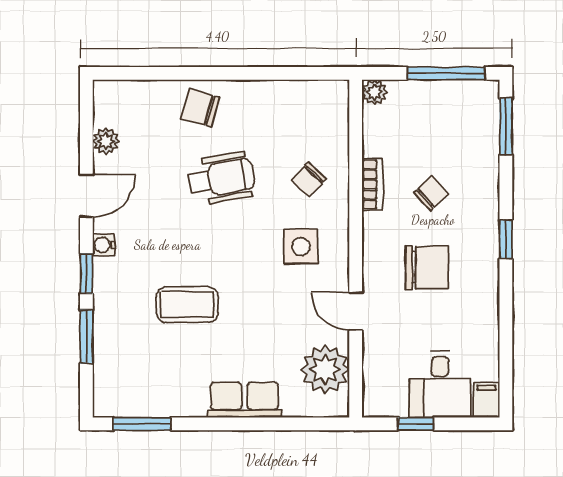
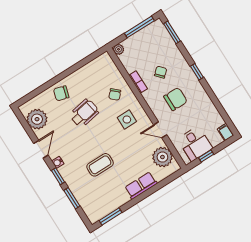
plant: (106, 141) -> (37, 119), width x1.87, depth x1.87
desk: (440, 384) -> (195, 144), moved

